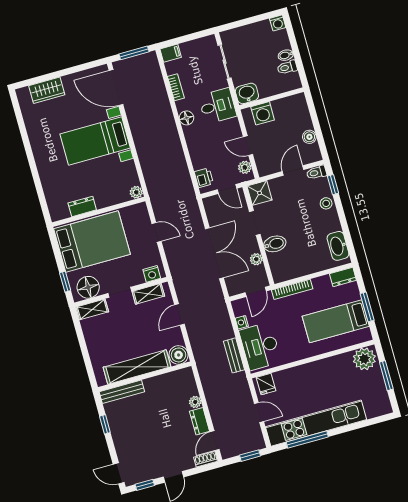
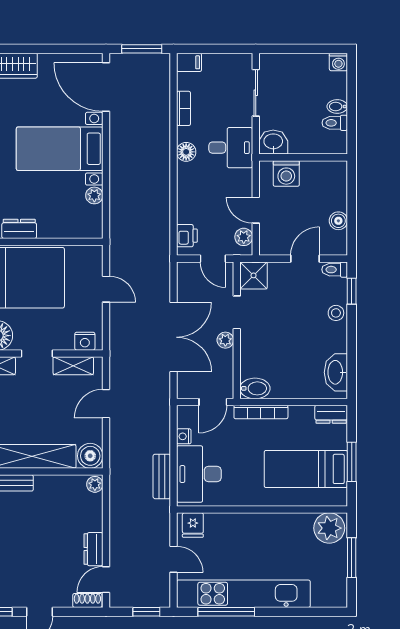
plant: (136, 192) -> (94, 195), moved
bidet: (275, 244) -> (255, 388), moved
plant: (256, 259) -> (225, 340), moved
plant: (195, 402) -> (95, 484), moved

